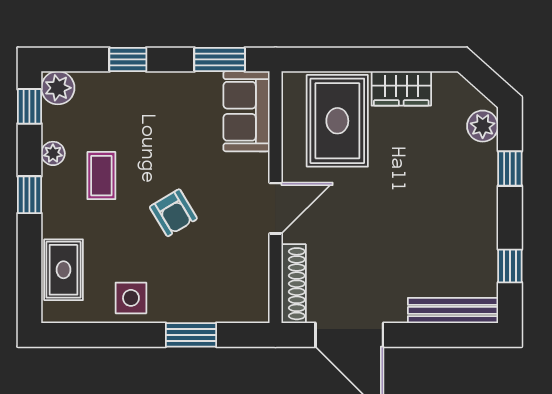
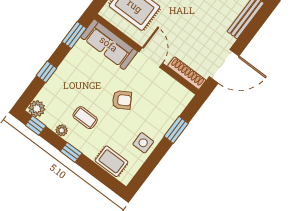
sofa: (247, 111) -> (109, 44), width x1.36

